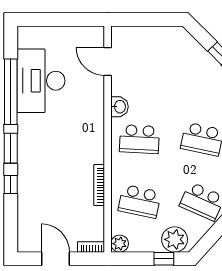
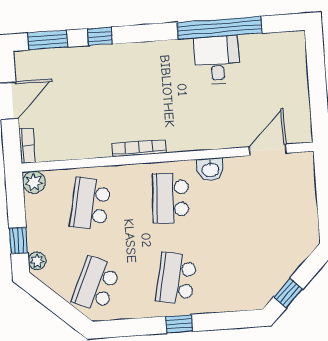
desk: (41, 81) -> (217, 60), width x0.53, depth x0.77
window: (11, 148) -> (48, 40), moved
bookcase: (99, 185) -> (139, 148), moved
plant: (175, 239) -> (37, 261), width x0.53, depth x0.53

